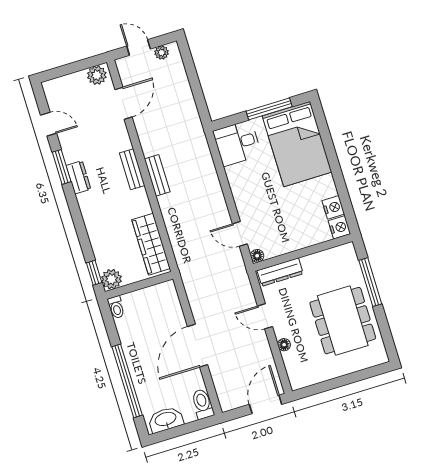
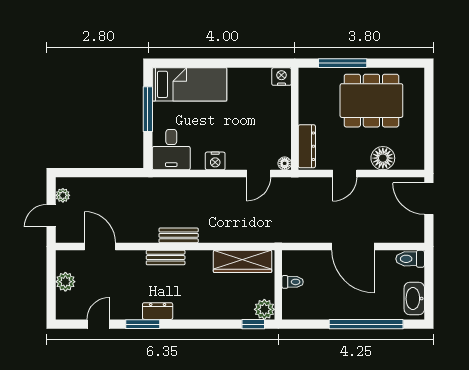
plant: (97, 75) -> (65, 282), moved
bed: (297, 144) -> (190, 84), width x0.67
nightstand: (333, 207) -> (215, 161), moved, turned 180
toilet: (116, 307) -> (293, 282), moved
floor lamp: (284, 345) -> (383, 158), width x1.89, depth x1.89

